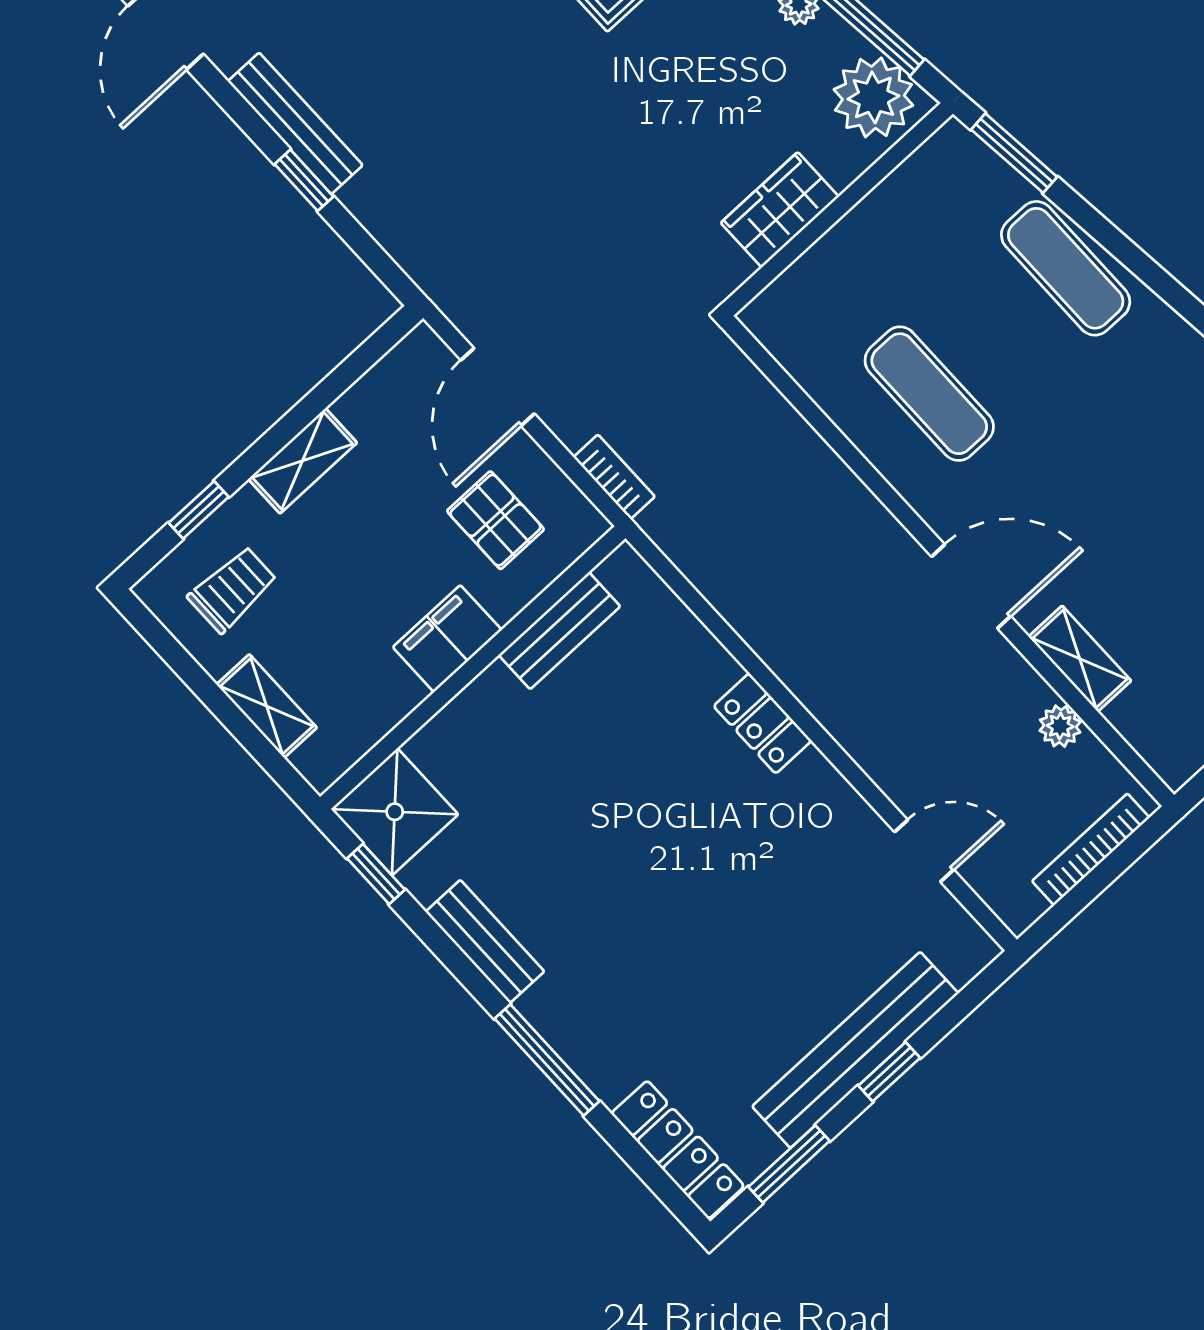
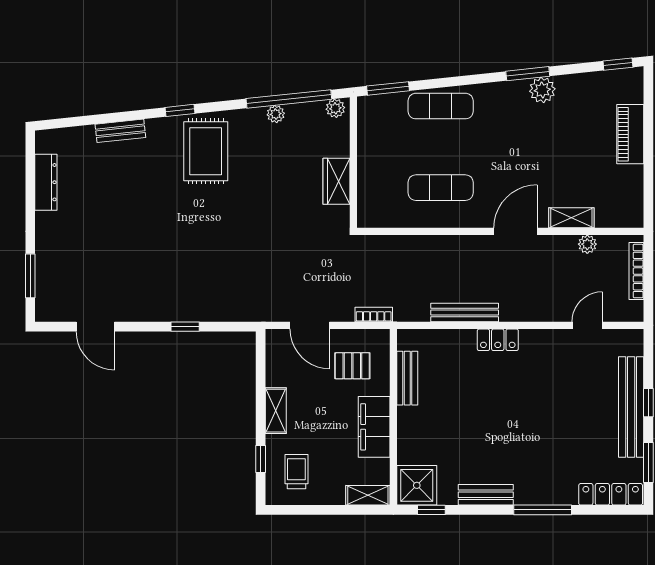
plant: (873, 97) -> (335, 108), width x0.53, depth x0.53
bench: (295, 123) -> (465, 312), moved
filing cabinet: (447, 639) -> (374, 427), width x1.50, depth x1.17
shelving: (267, 706) -> (368, 495), moved

